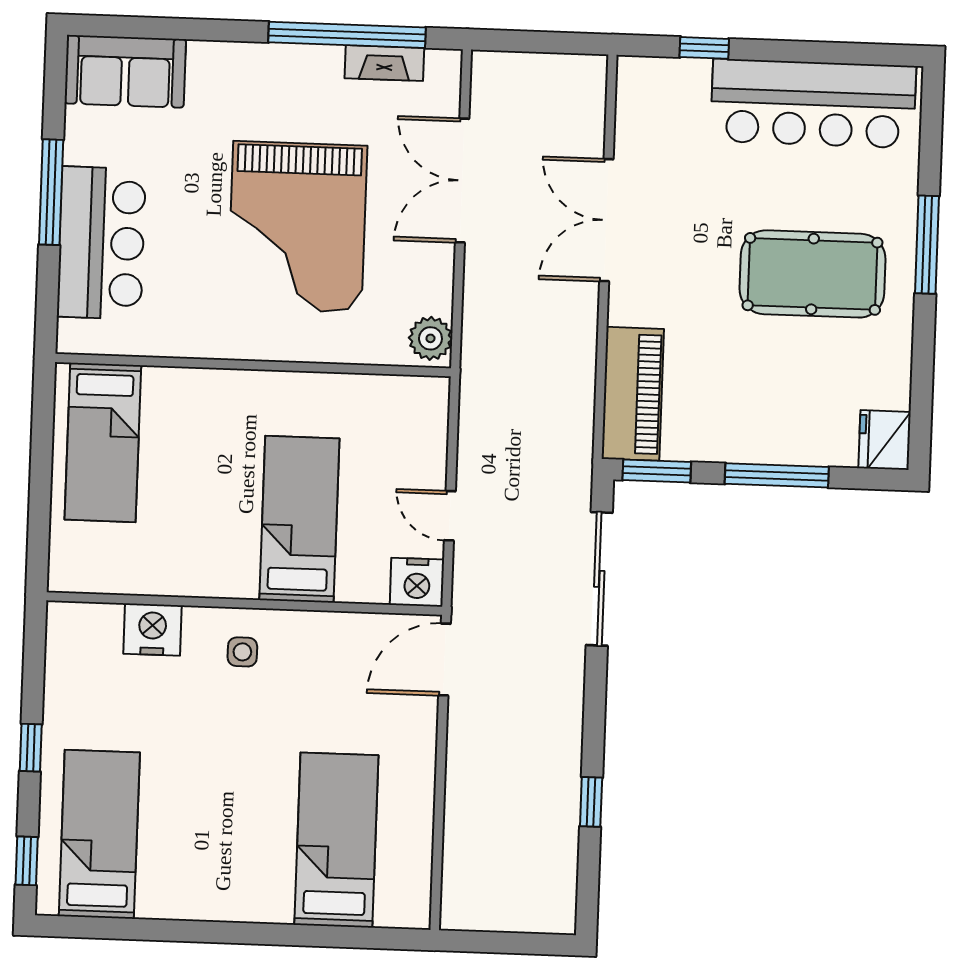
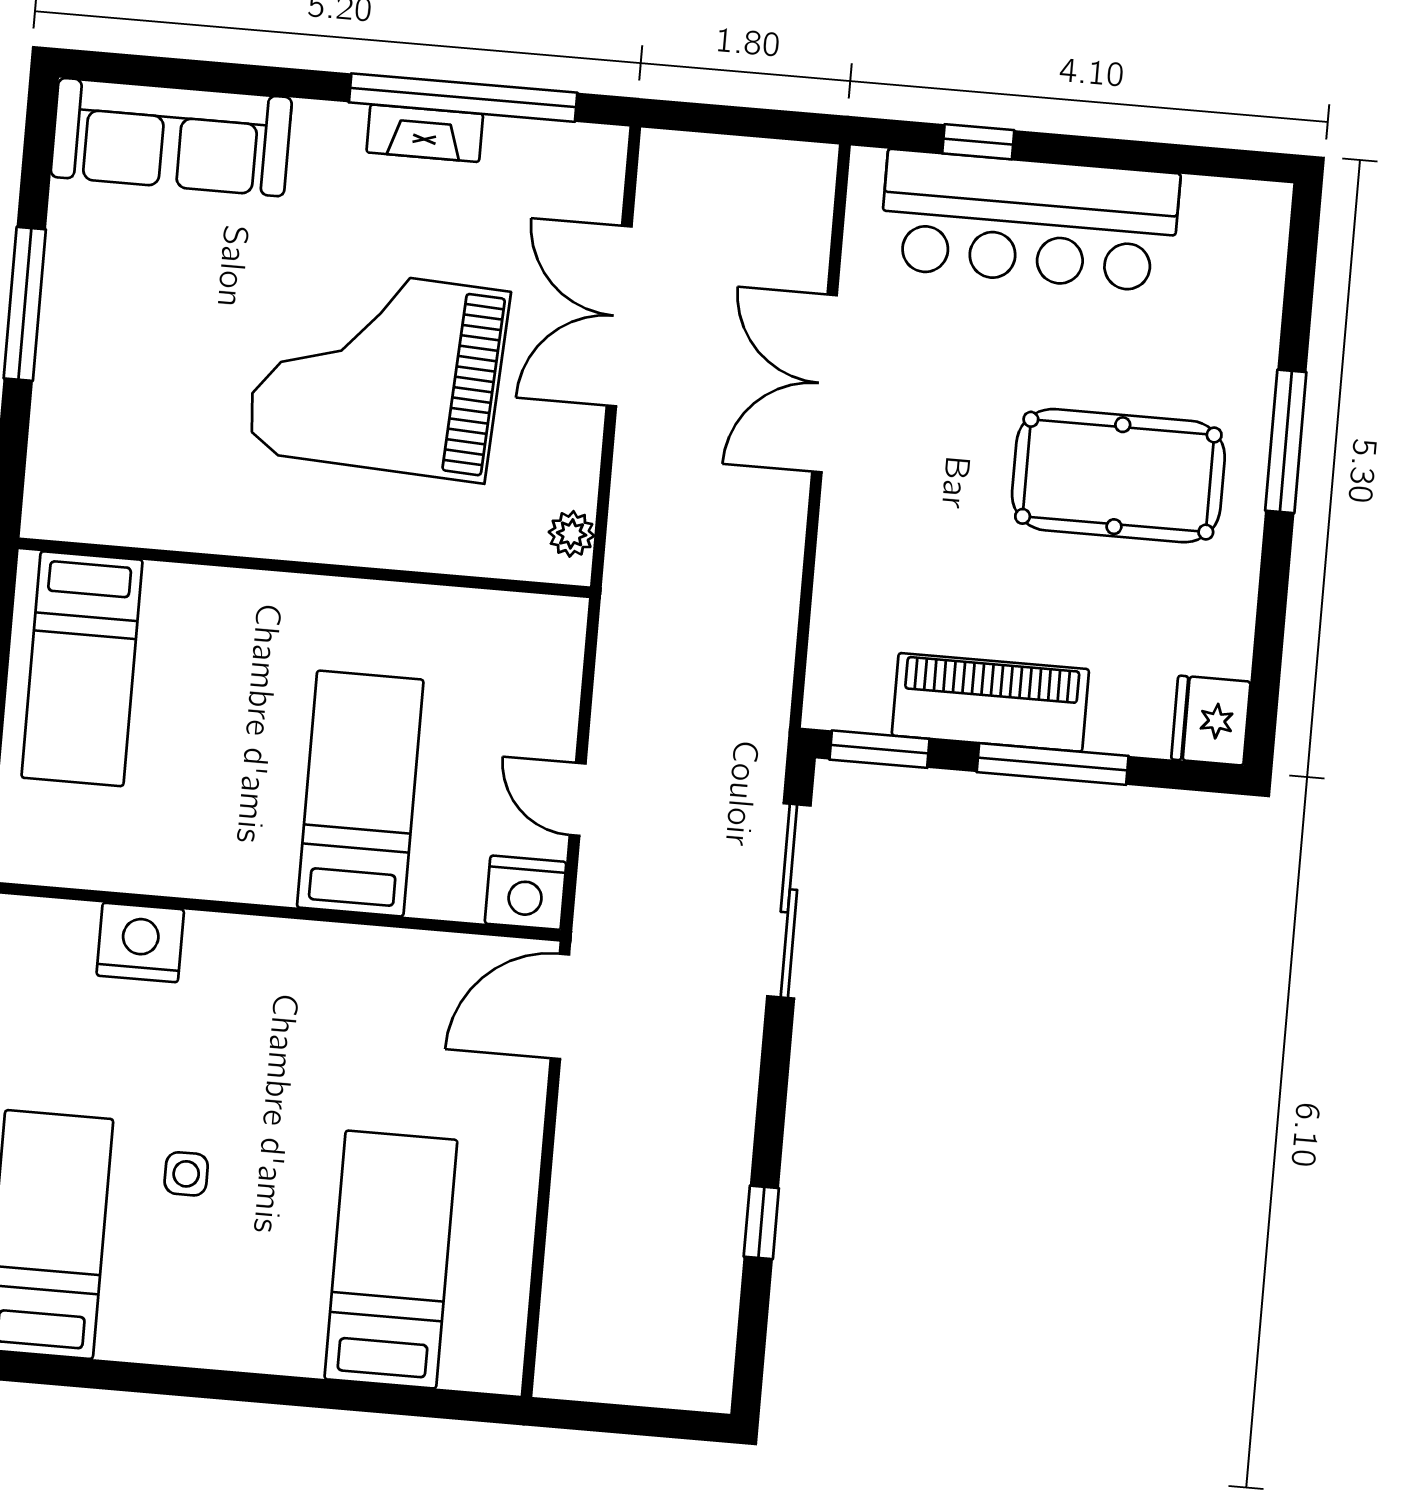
fireplace: (384, 63) -> (425, 133), moved
sofa: (125, 71) -> (171, 137), width x1.36
bar counter: (813, 103) -> (1029, 221), moved
grand piano: (297, 227) -> (378, 371), turned 93
bar counter: (101, 243) -> (94, 381), removed
plant: (430, 338) -> (572, 534), width x0.73, depth x0.73
piano: (633, 394) -> (990, 702), moved, turned -90
side table: (242, 652) -> (186, 1174), moved

